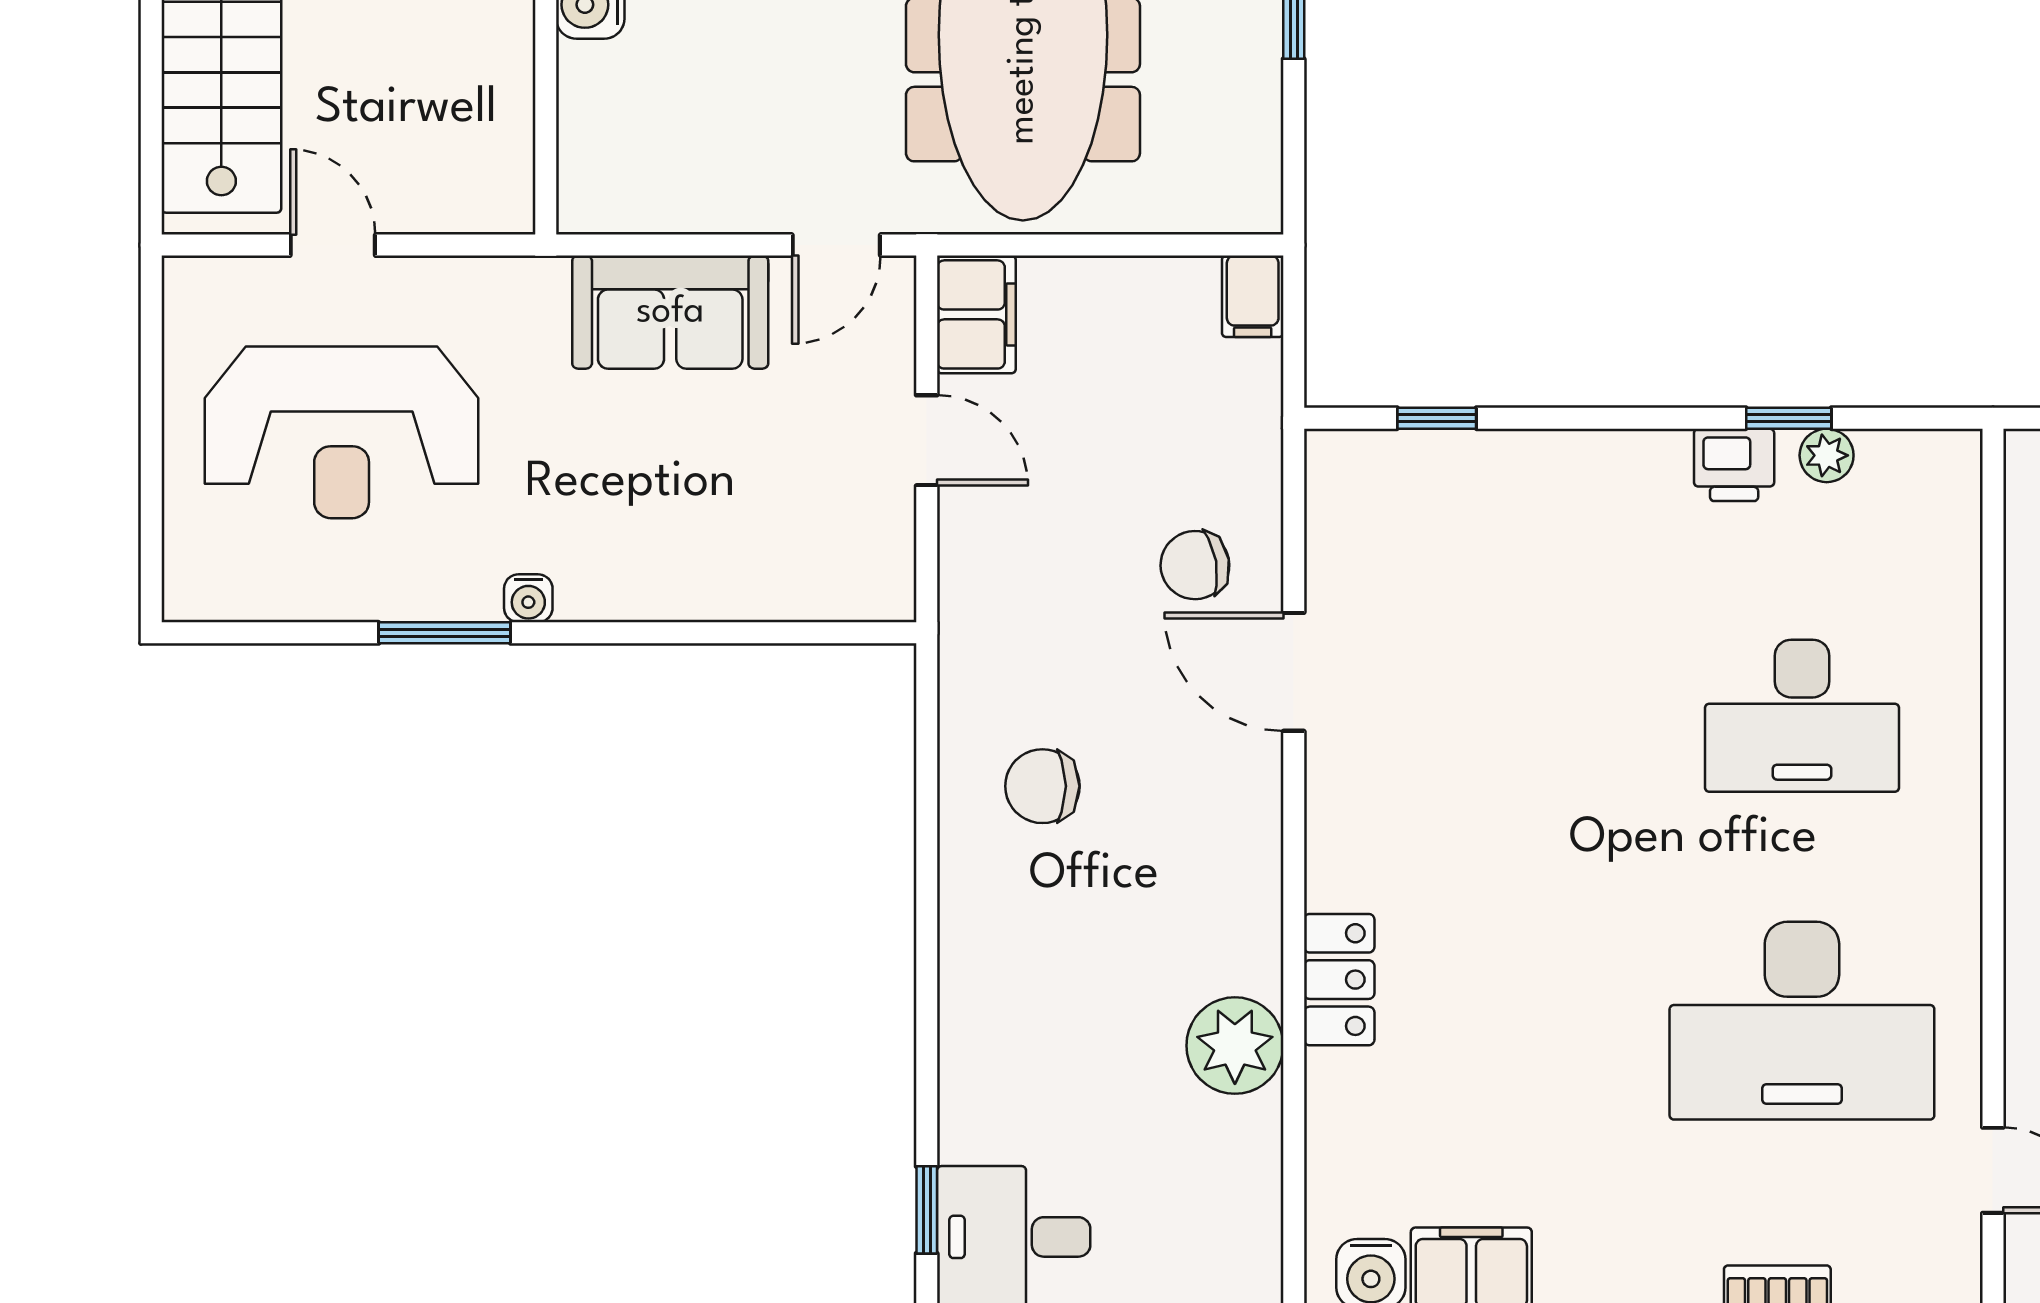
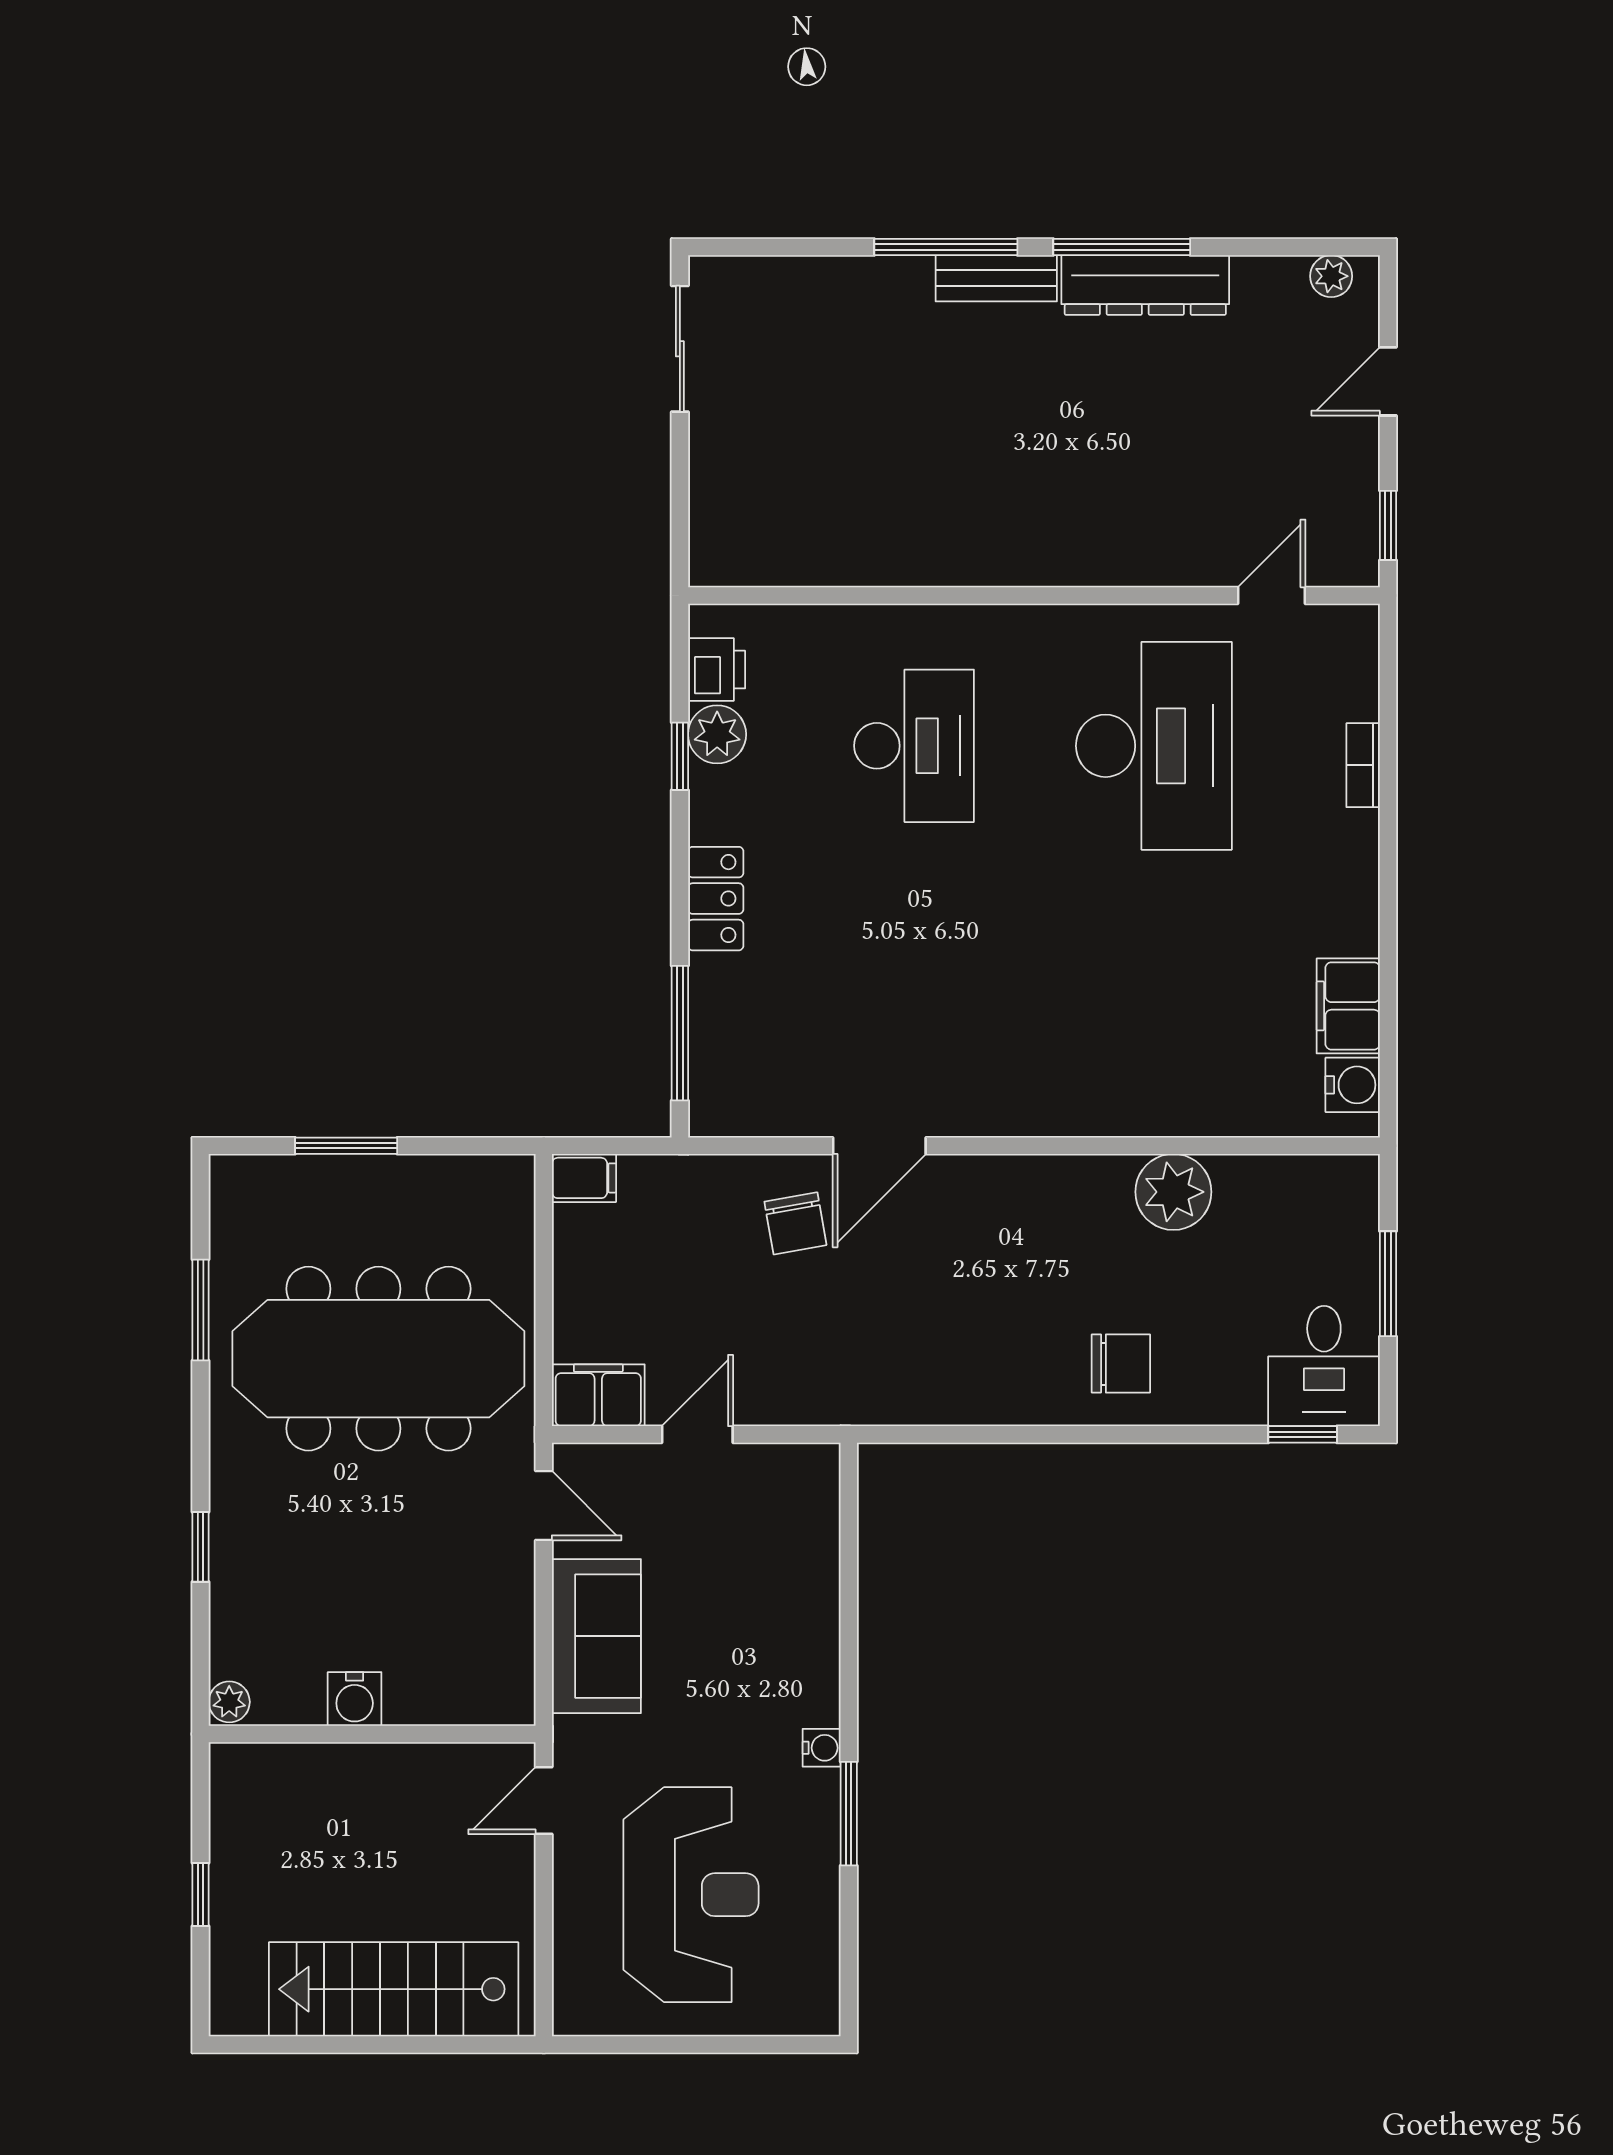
door: (333, 245) -> (544, 1801), moved
window: (1437, 418) -> (680, 1033), width x2.17
plant: (1827, 455) -> (717, 734), width x1.38, depth x1.38
printer: (1734, 465) -> (717, 670), moved
chair: (1042, 786) -> (1121, 1364), moved, turned -90
locker: (1339, 980) -> (716, 899), moved, turned 90

